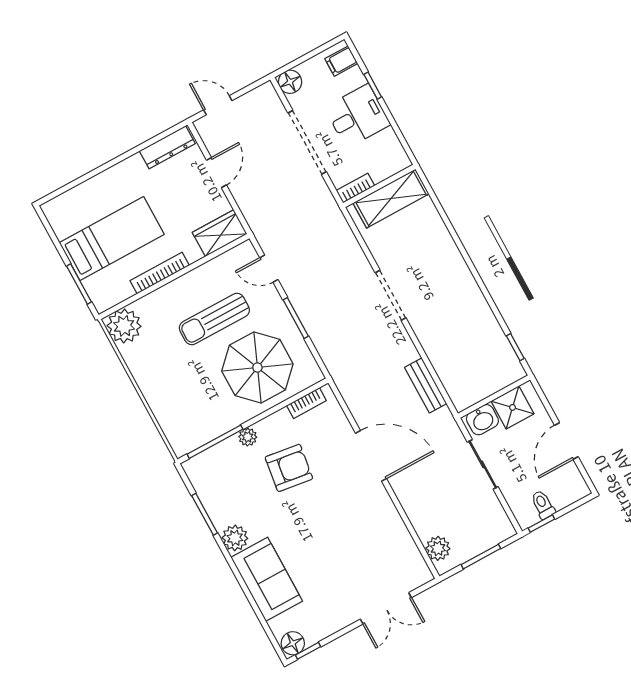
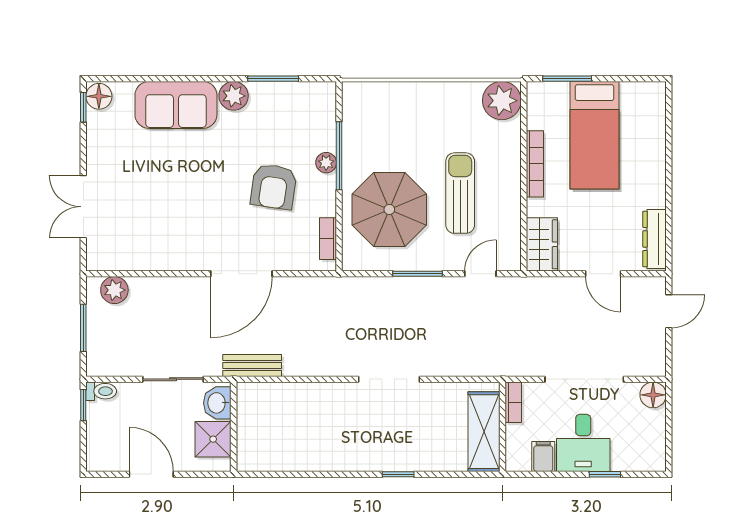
filing cabinet: (341, 61) -> (543, 456), moved
window: (515, 347) -> (398, 474), moved
bench: (426, 385) -> (252, 365), moved
window: (215, 442) -> (339, 156), moved
toilet: (543, 505) -> (101, 391), moved

